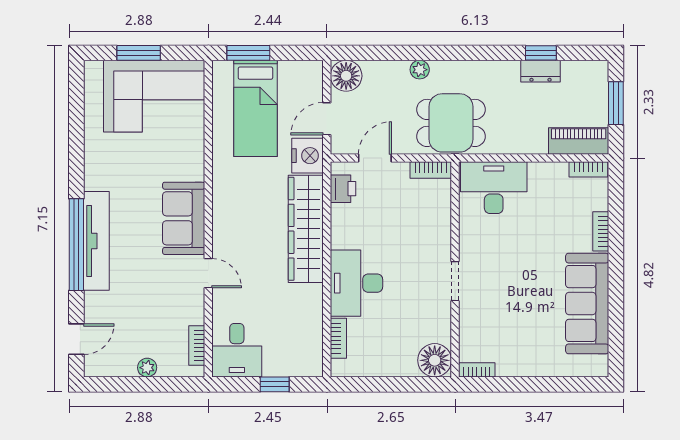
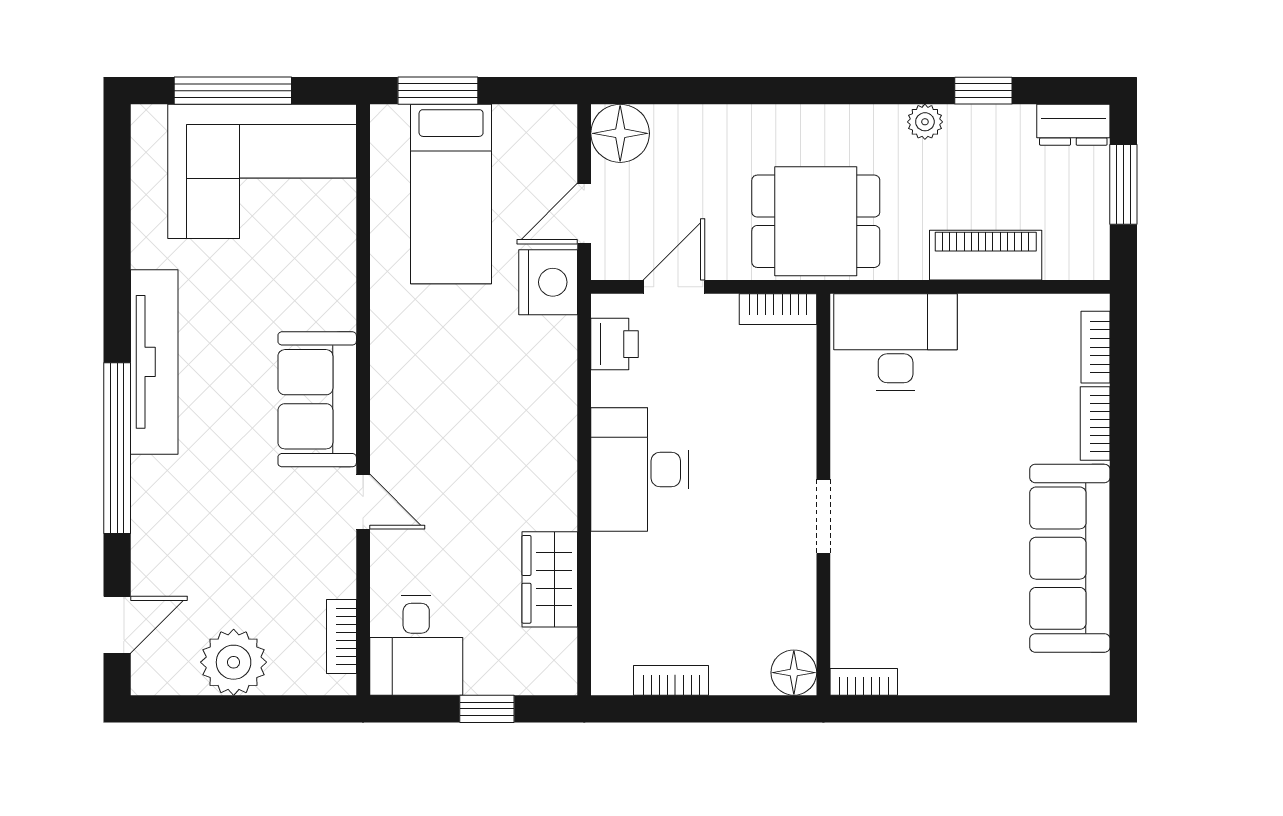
window: (139, 53) -> (233, 91), width x1.44
plant: (420, 70) -> (925, 122), moved
dresser: (541, 71) -> (1073, 125), moved
piano: (579, 141) -> (986, 255), moved
bookcase: (588, 169) -> (1096, 347), moved, turned 90
wardrobe: (306, 229) -> (550, 579), moved, width x0.48, depth x0.85
tv unit: (96, 241) -> (154, 362), moved
desk: (357, 283) -> (640, 469), moved
bookcase: (338, 338) -> (671, 680), moved, turned -90
floor lamp: (435, 360) -> (794, 673), width x0.73, depth x0.73
plant: (147, 368) -> (234, 662), width x1.88, depth x1.88

